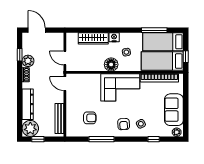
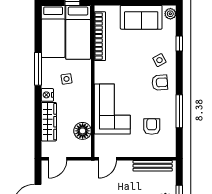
window: (154, 30) -> (38, 69), moved
door: (65, 58) -> (58, 159), moved
floor lamp: (111, 64) -> (83, 131), moved
corner sofa: (120, 87) -> (112, 109), moved

